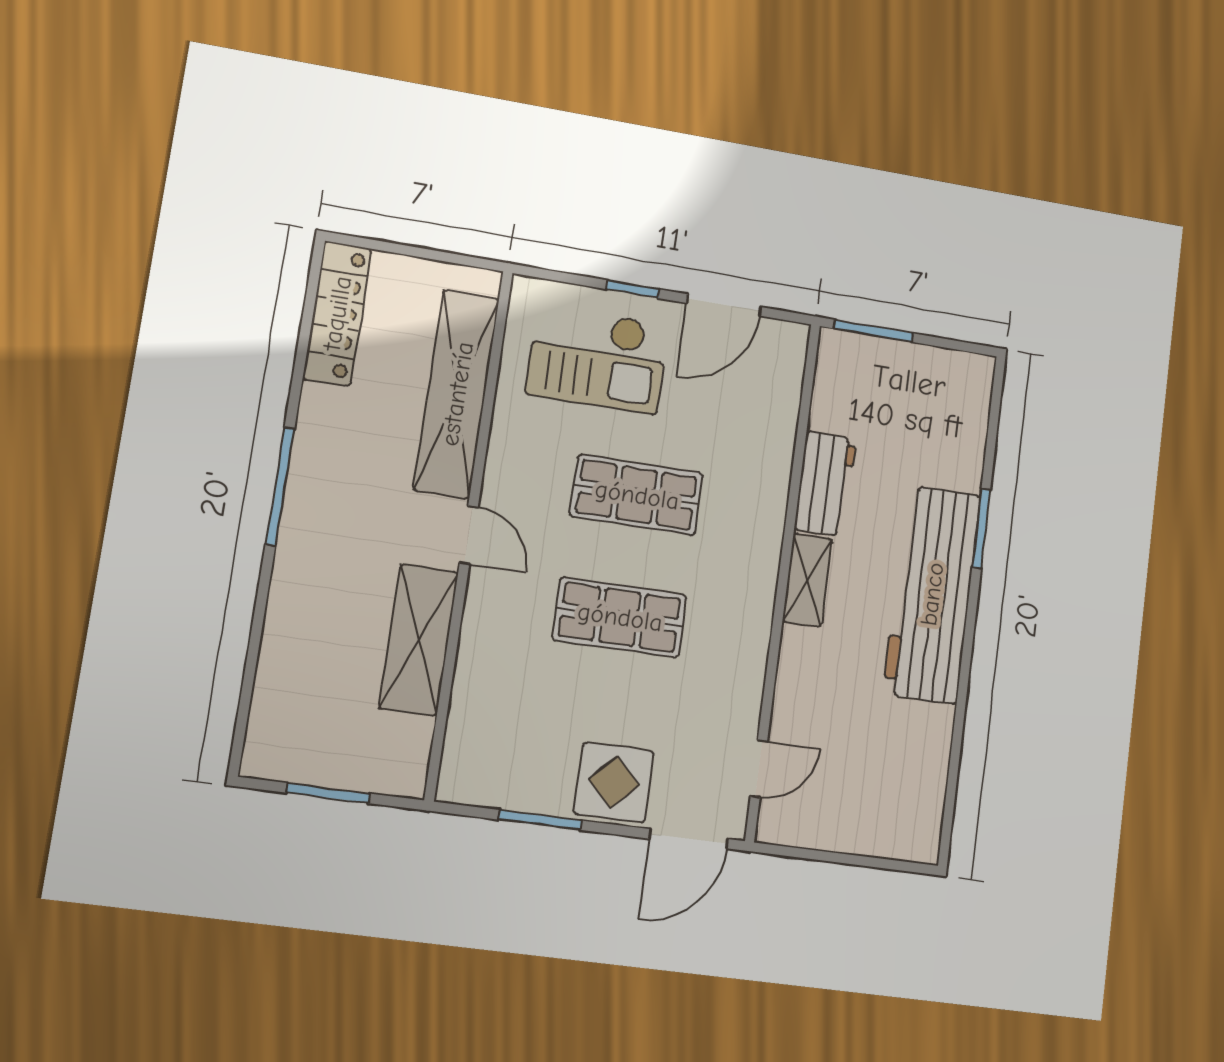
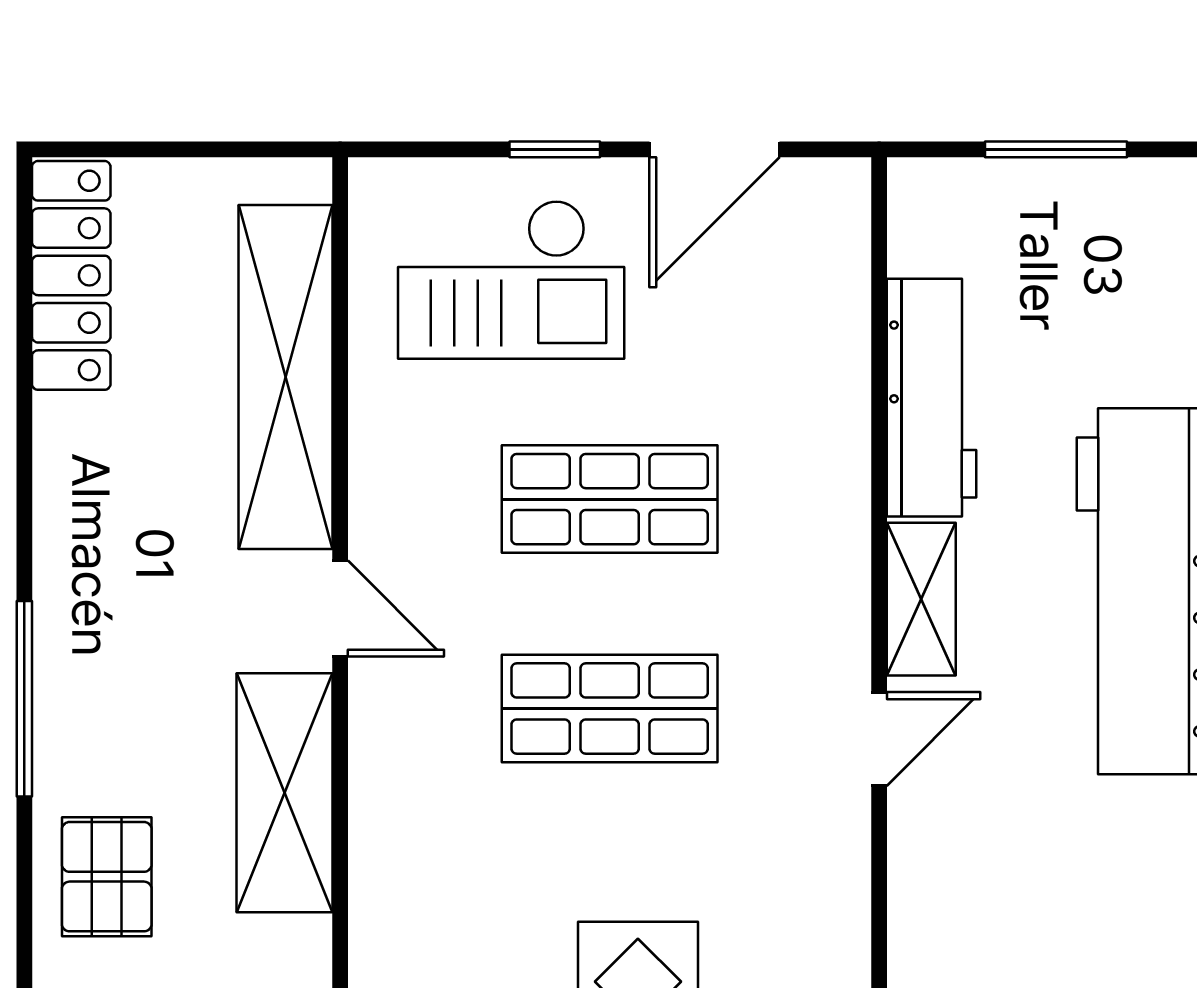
window: (873, 331) -> (1056, 149), moved
workbench: (825, 484) -> (932, 398), width x1.38
window: (280, 487) -> (24, 699), moved
pallet: (302, 676) -> (107, 877), added
door: (759, 769) -> (879, 739), moved

